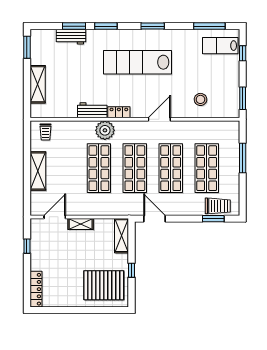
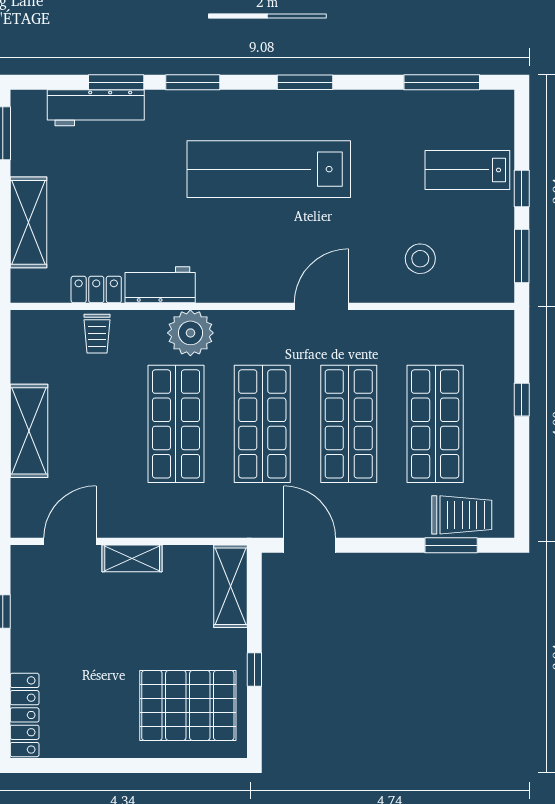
workbench: (71, 37) -> (96, 108), width x1.37
lab bench: (220, 46) -> (467, 170), moved
window: (243, 53) -> (522, 188), moved
locker: (119, 112) -> (96, 290), moved
trolley: (45, 132) -> (97, 334), moved
window: (243, 158) -> (522, 400), width x0.46

